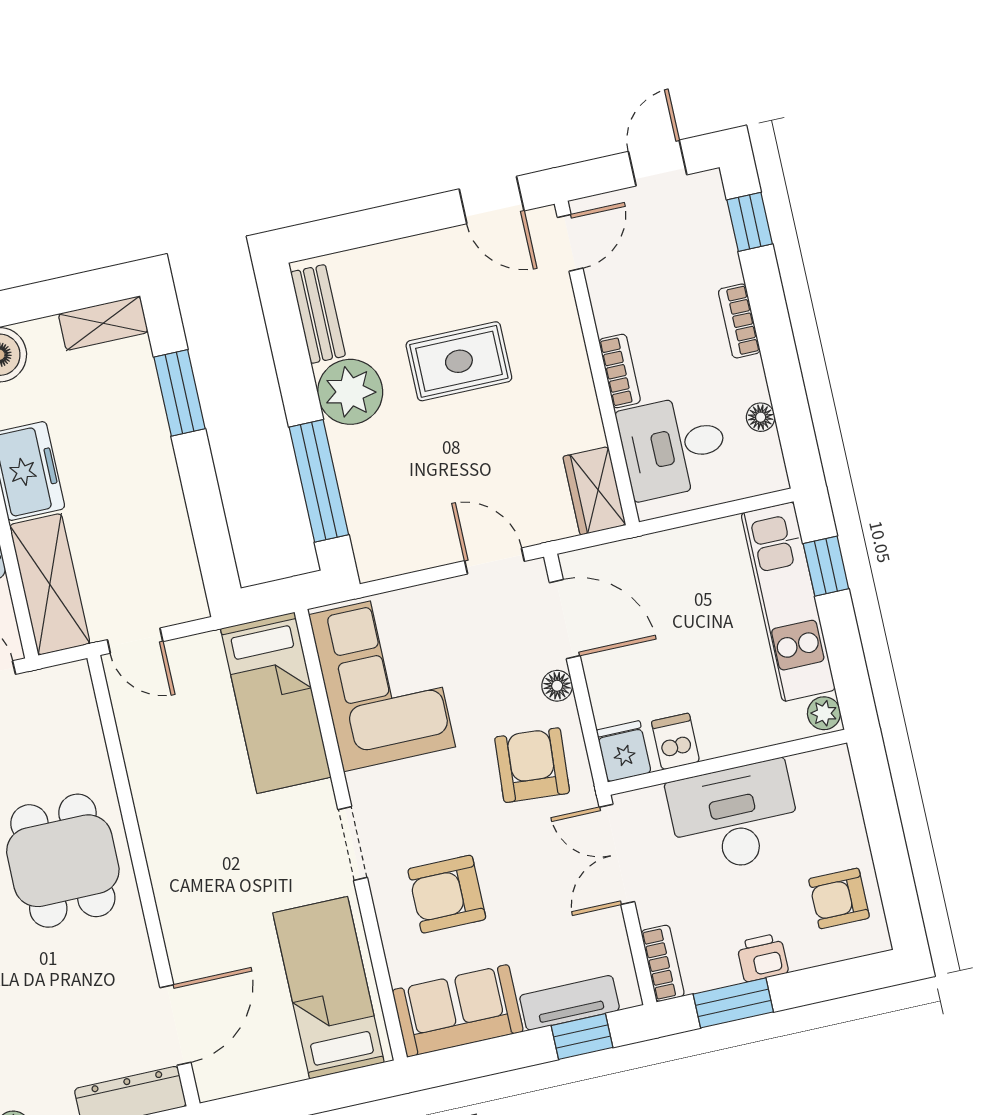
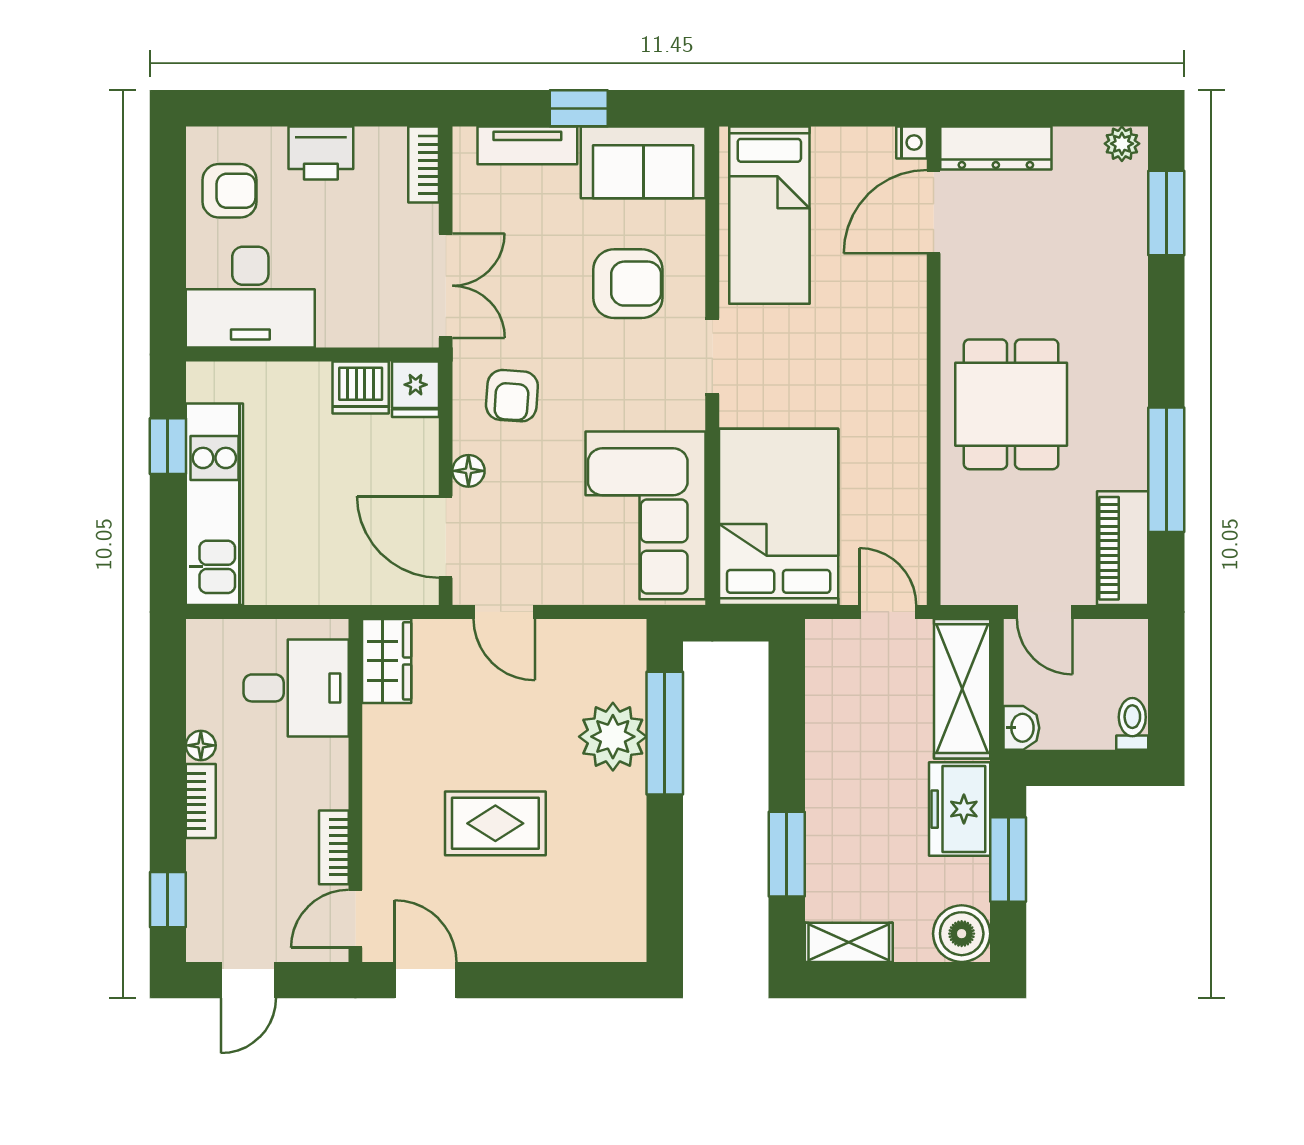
bench: (318, 314) -> (628, 903), removed
bookcase: (620, 371) -> (334, 847), moved
plant: (350, 392) -> (613, 737), moved
floor lamp: (761, 417) -> (201, 745), moved
window: (826, 566) -> (168, 446), moved
bed: (276, 703) -> (779, 517), width x1.50
plant: (824, 713) -> (203, 383), removed
dishwasher: (676, 741) -> (361, 387), width x1.38
armchair: (532, 765) -> (512, 396), width x0.72, depth x0.72
desk: (734, 817) -> (250, 297), moved
printer: (762, 958) -> (321, 153), width x1.36, depth x1.24
window: (733, 1003) -> (361, 108), removed
window: (582, 1036) -> (579, 108), moved
nightstand: (210, 1085) -> (912, 142), added

